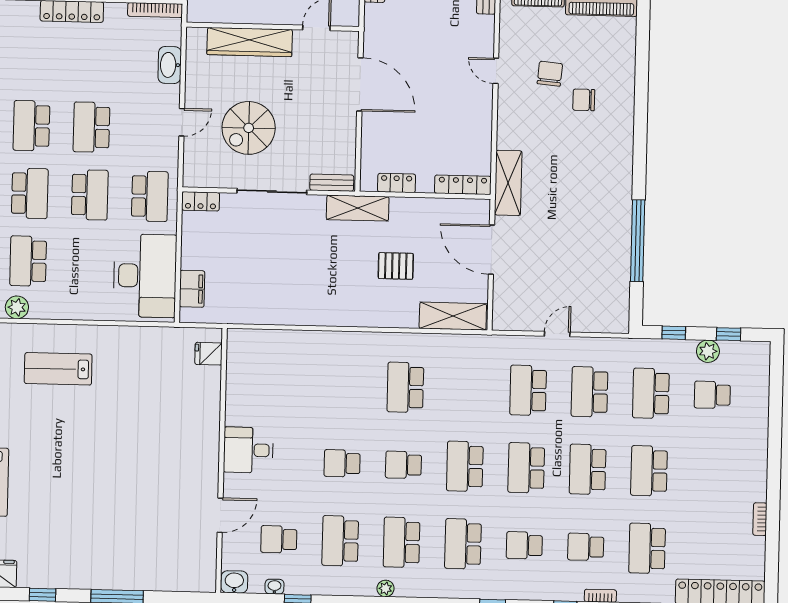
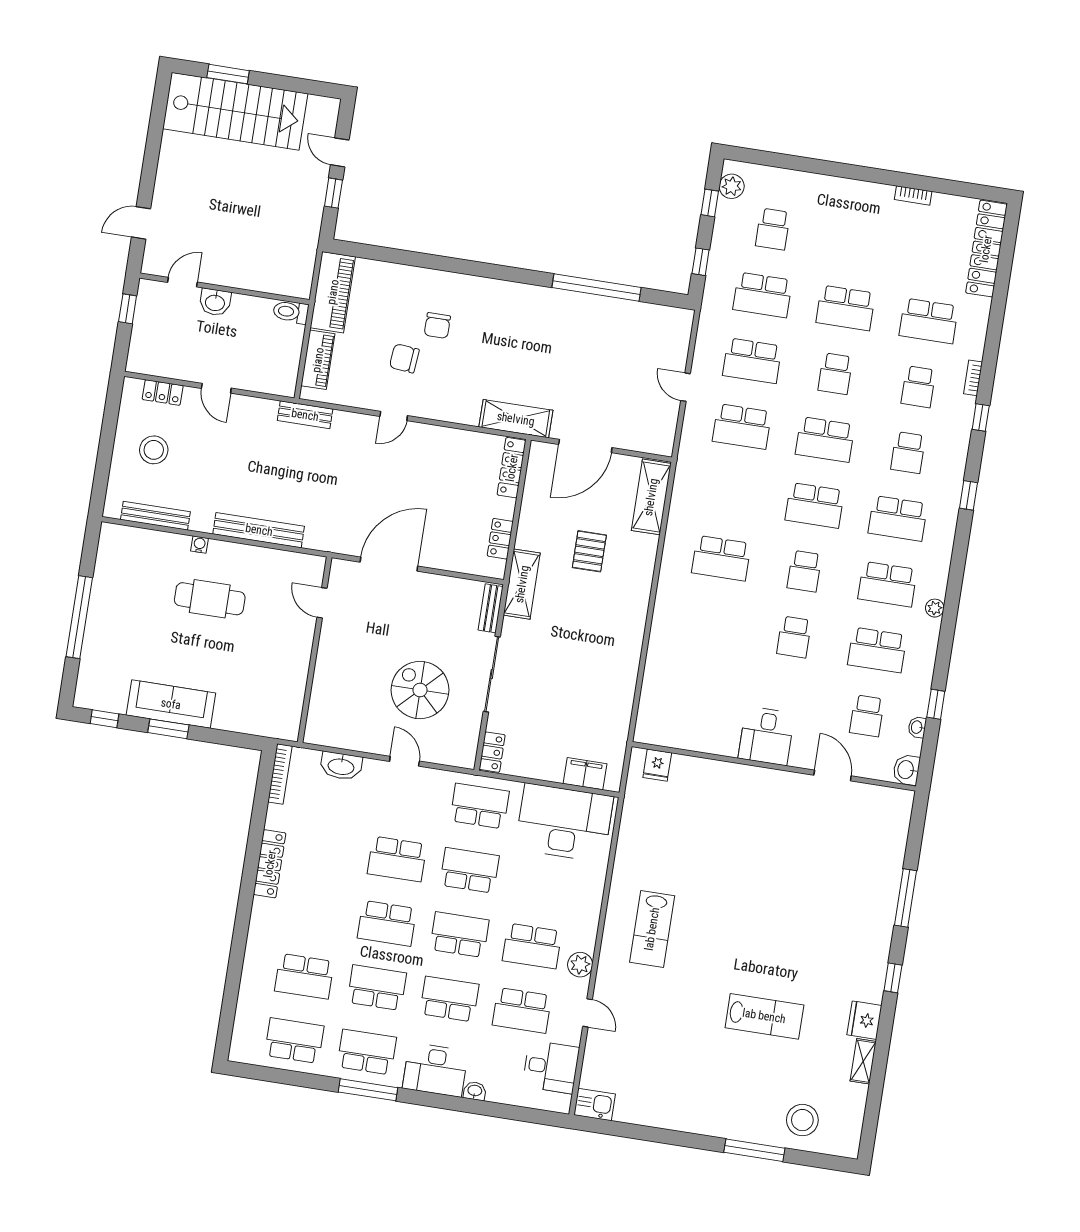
wardrobe: (250, 42) -> (328, 677), removed
spiral stairs: (249, 128) -> (420, 690), turned 180
plant: (708, 351) -> (732, 186), moved
school desk: (588, 469) -> (835, 374), width x0.54

